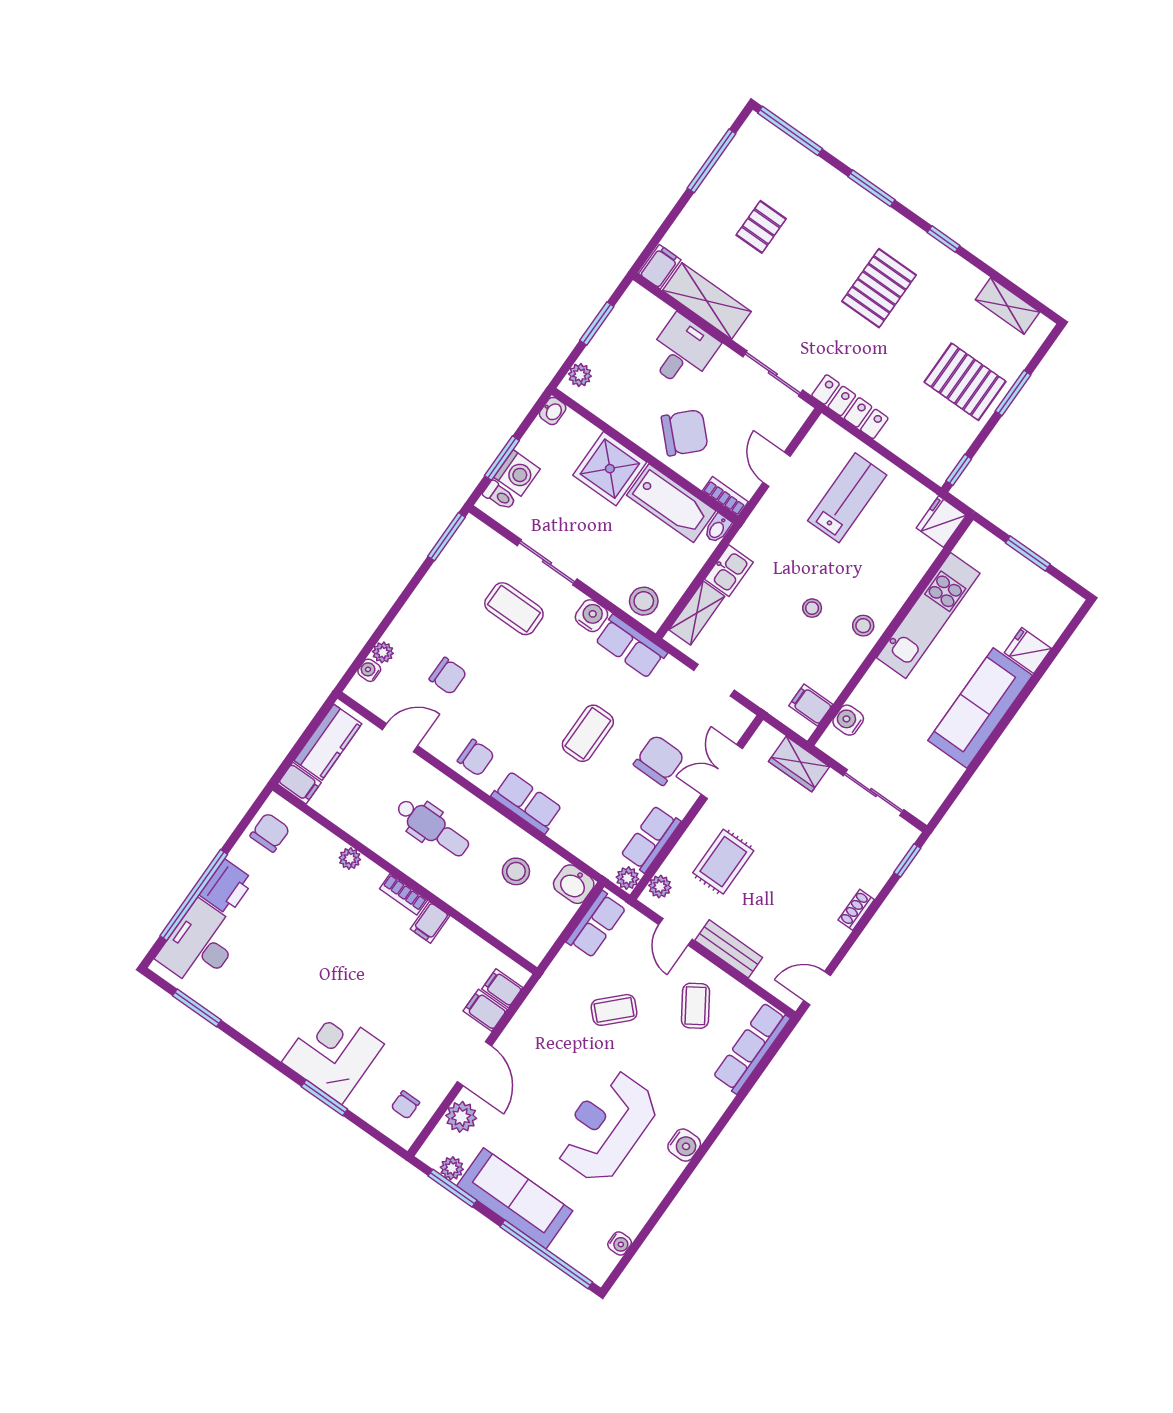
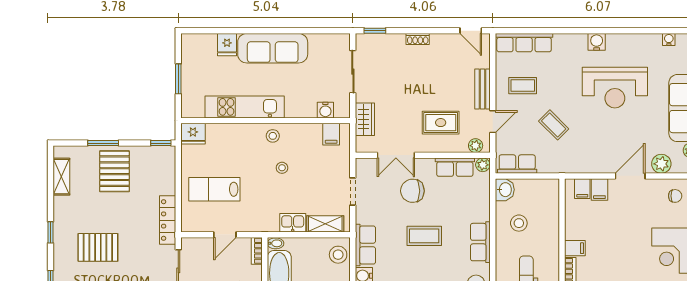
coffee table: (695, 1006) -> (523, 86), turned 33

